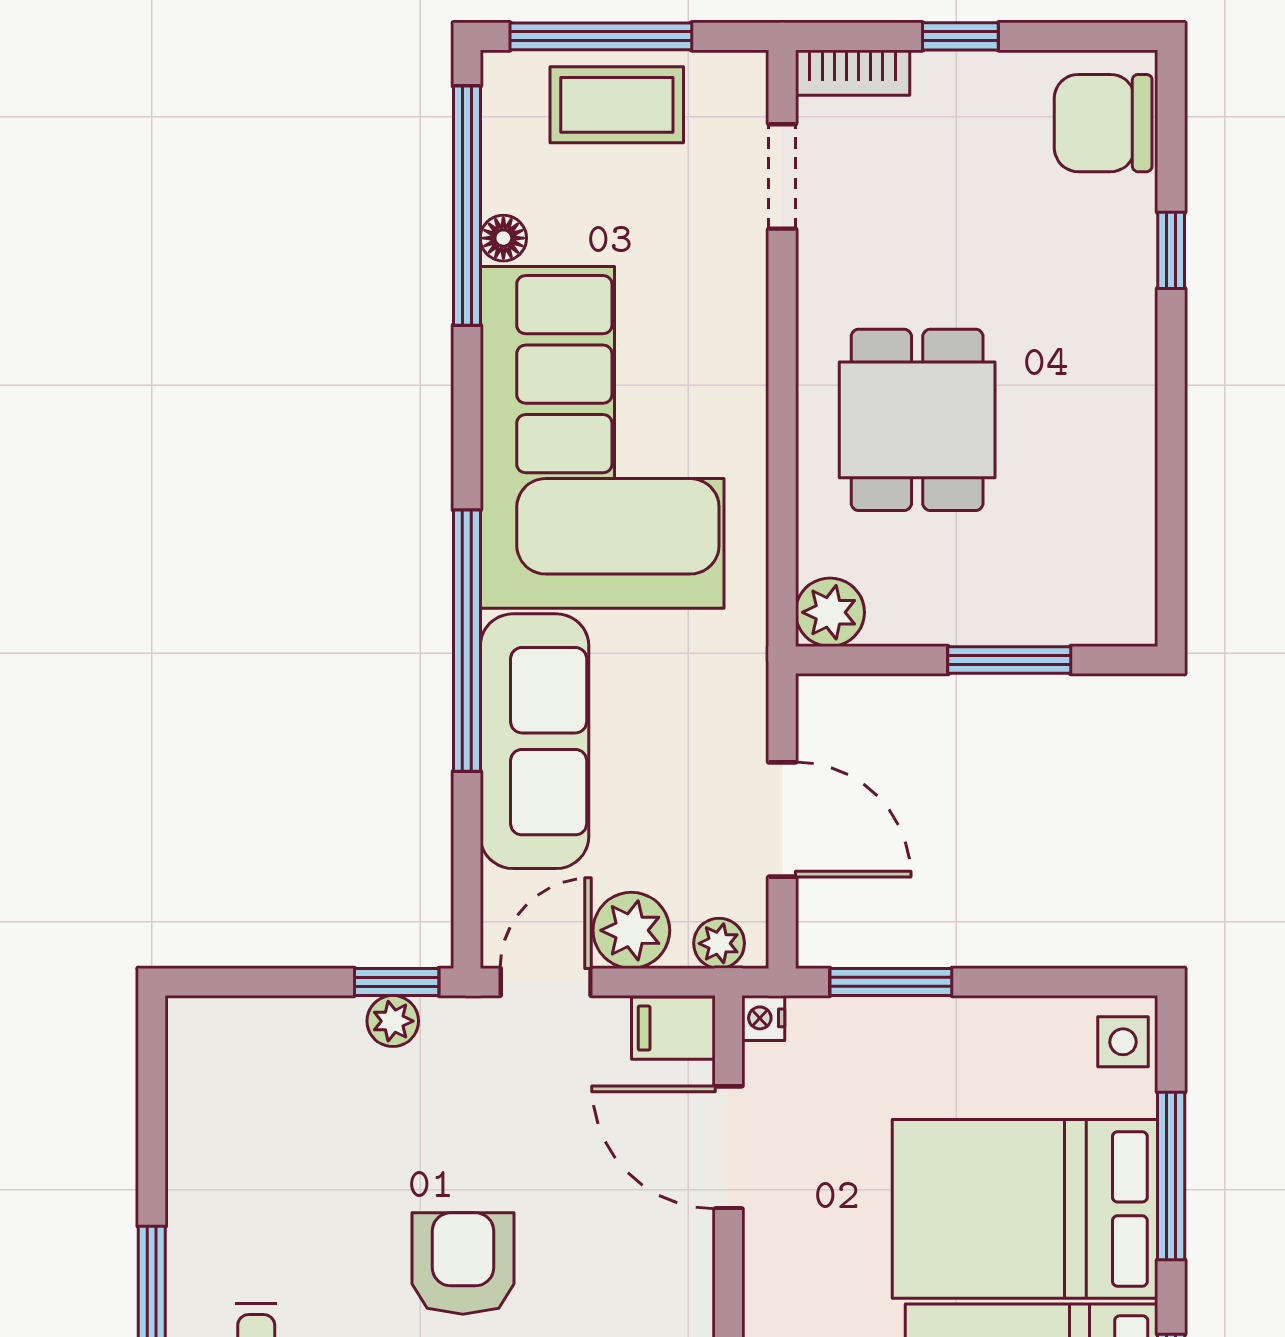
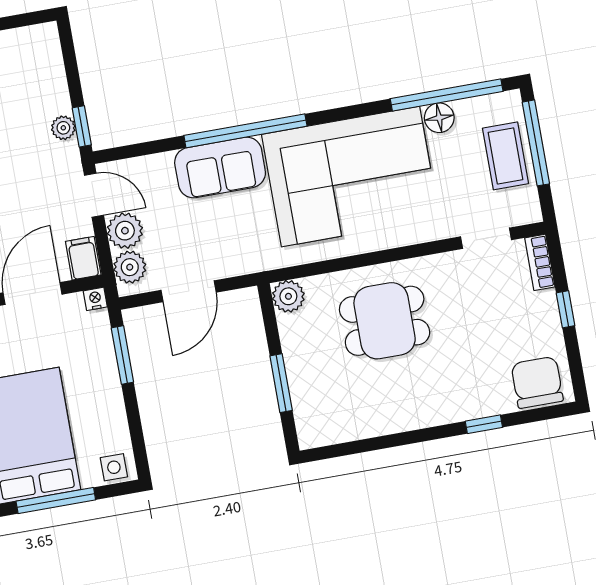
floor lamp: (503, 238) -> (439, 118), width x1.37, depth x1.37
sofa: (535, 741) -> (220, 168), width x0.73
plant: (719, 943) -> (130, 267), width x1.38, depth x1.38

